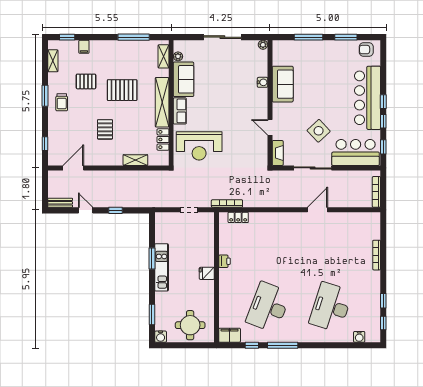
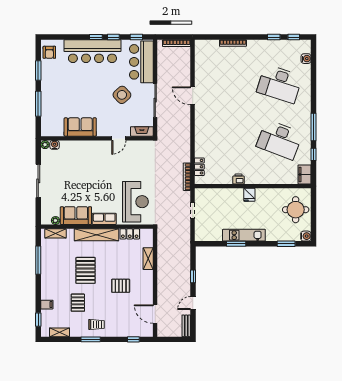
water cooler: (263, 82) -> (55, 145), moved

